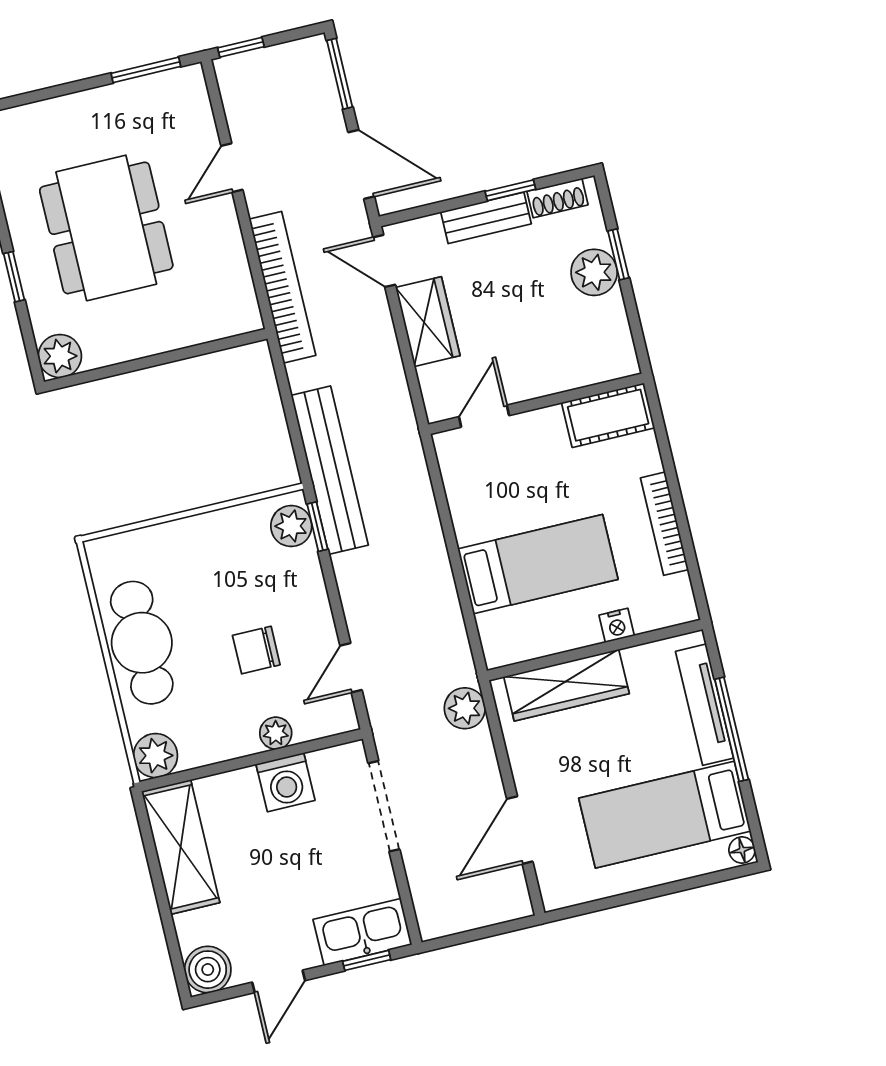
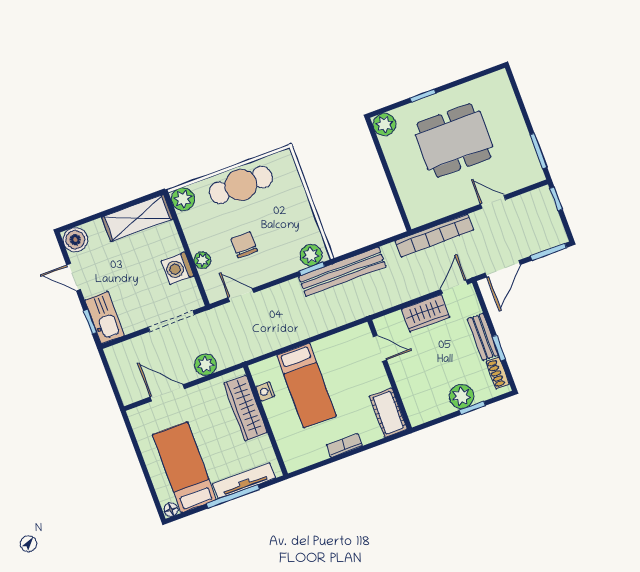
bookcase: (664, 524) -> (344, 446), width x0.64
nightstand: (617, 625) -> (265, 391), moved
plant: (465, 708) -> (206, 365), moved

